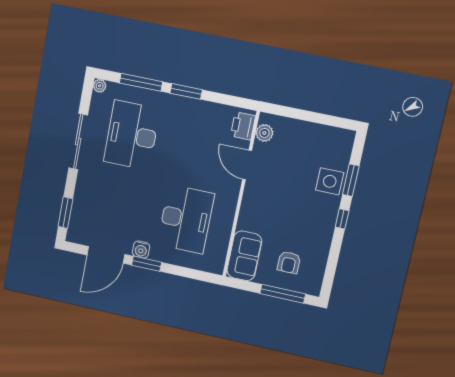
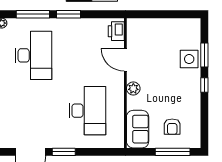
plant: (264, 133) -> (133, 88), moved
desk: (132, 135) -> (33, 55), turned 180
water cooler: (141, 249) -> (57, 142), removed

